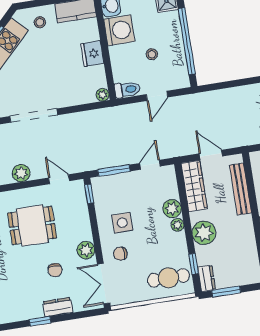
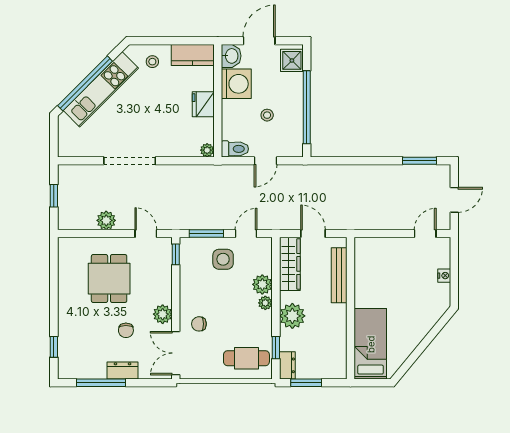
side table: (122, 223) -> (223, 259), moved
dining table: (32, 225) -> (109, 279), turned 90
window: (40, 321) -> (101, 383), width x2.17

